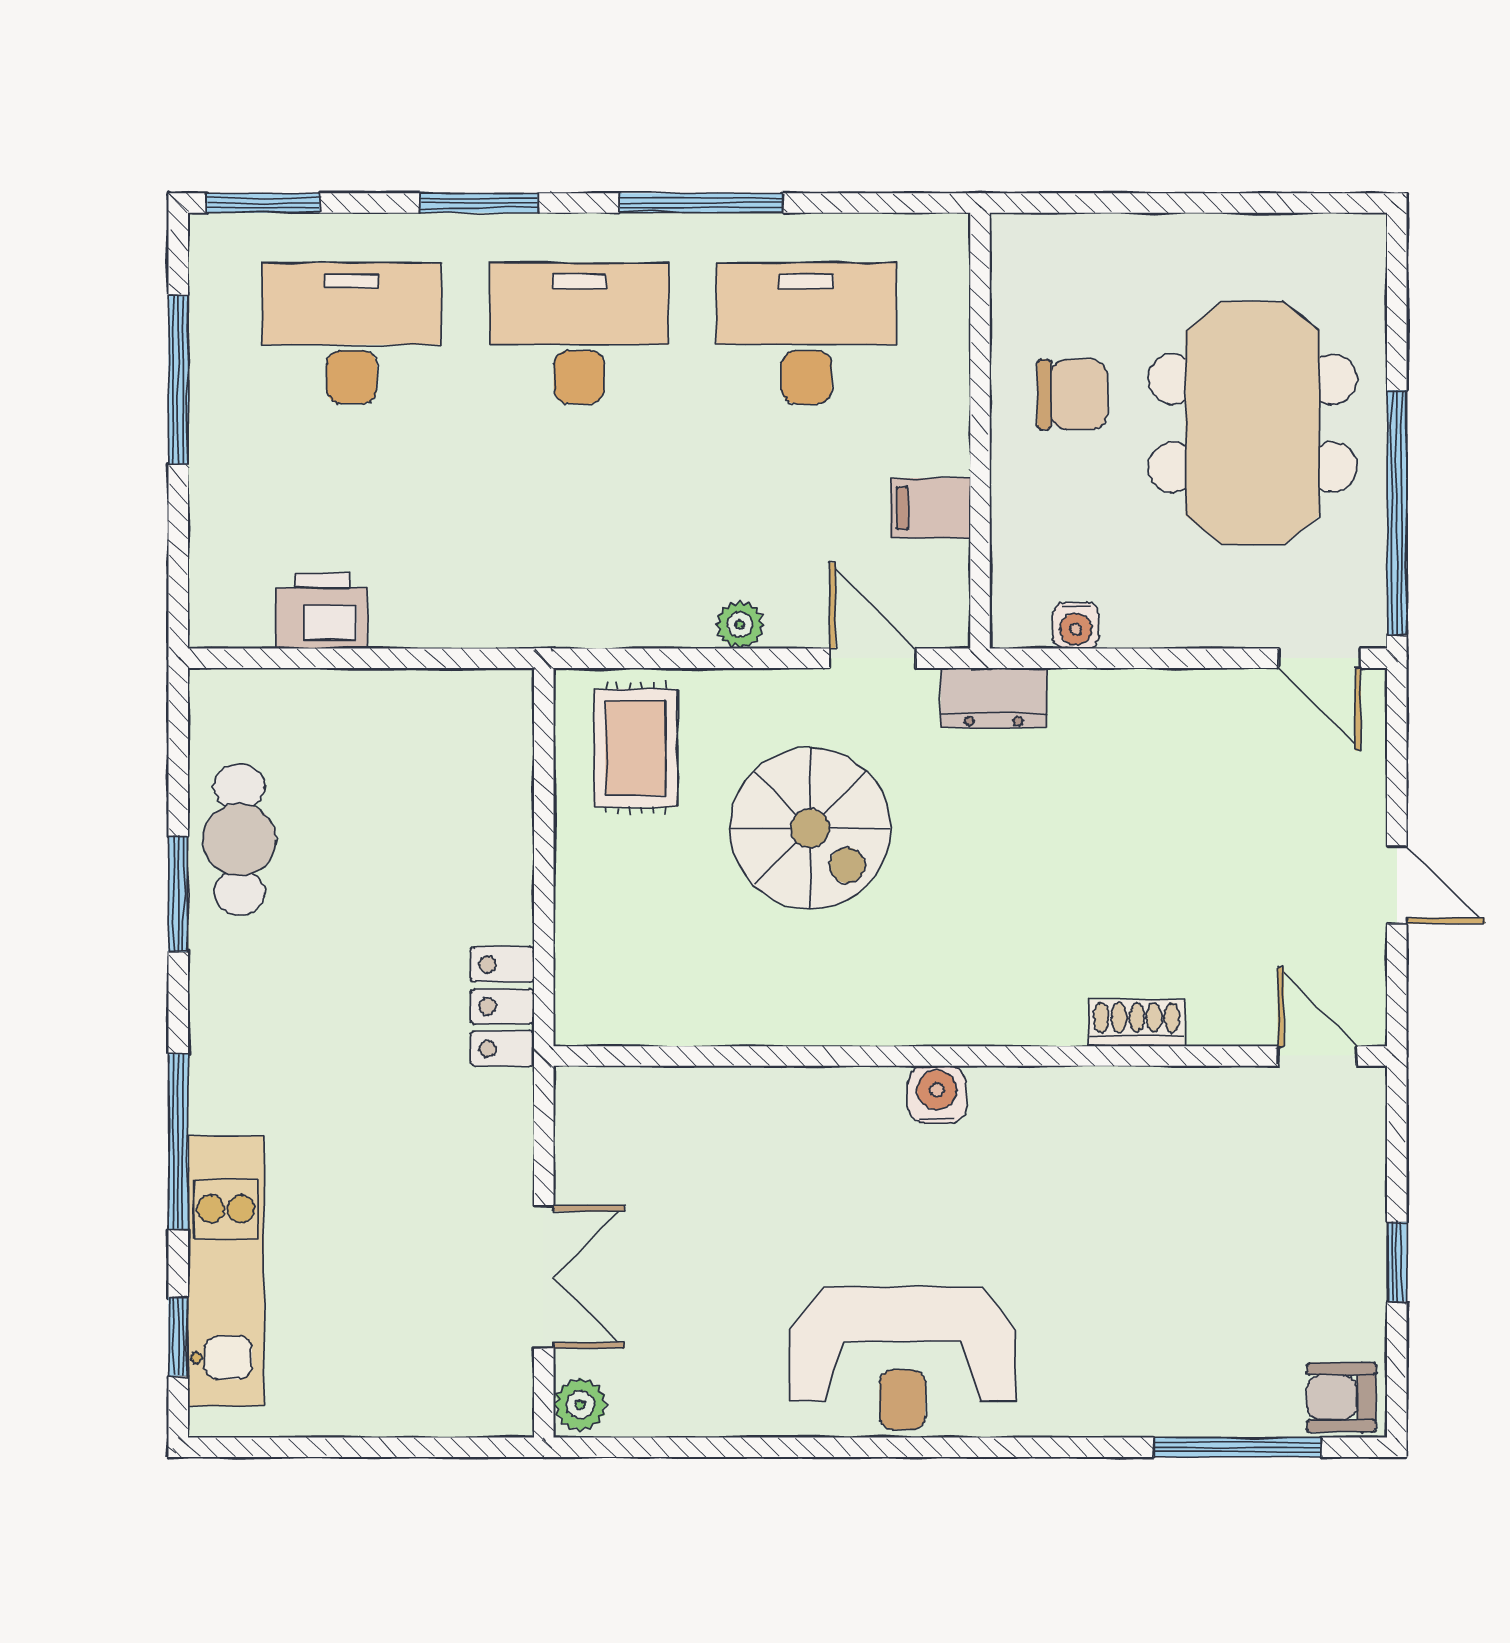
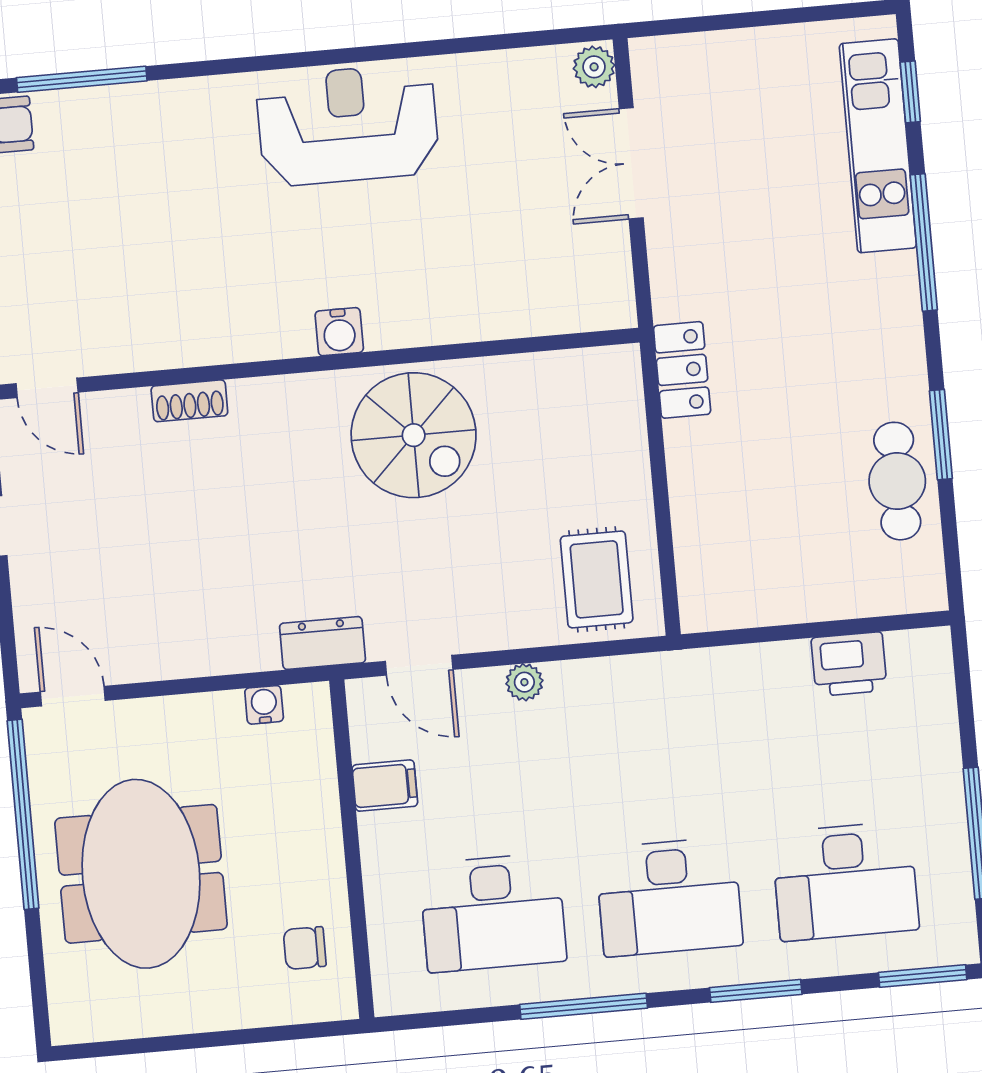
chair: (1072, 394) -> (305, 948), moved, width x0.73, depth x0.73
spiral stairs: (810, 828) -> (414, 435), moved, turned 180

